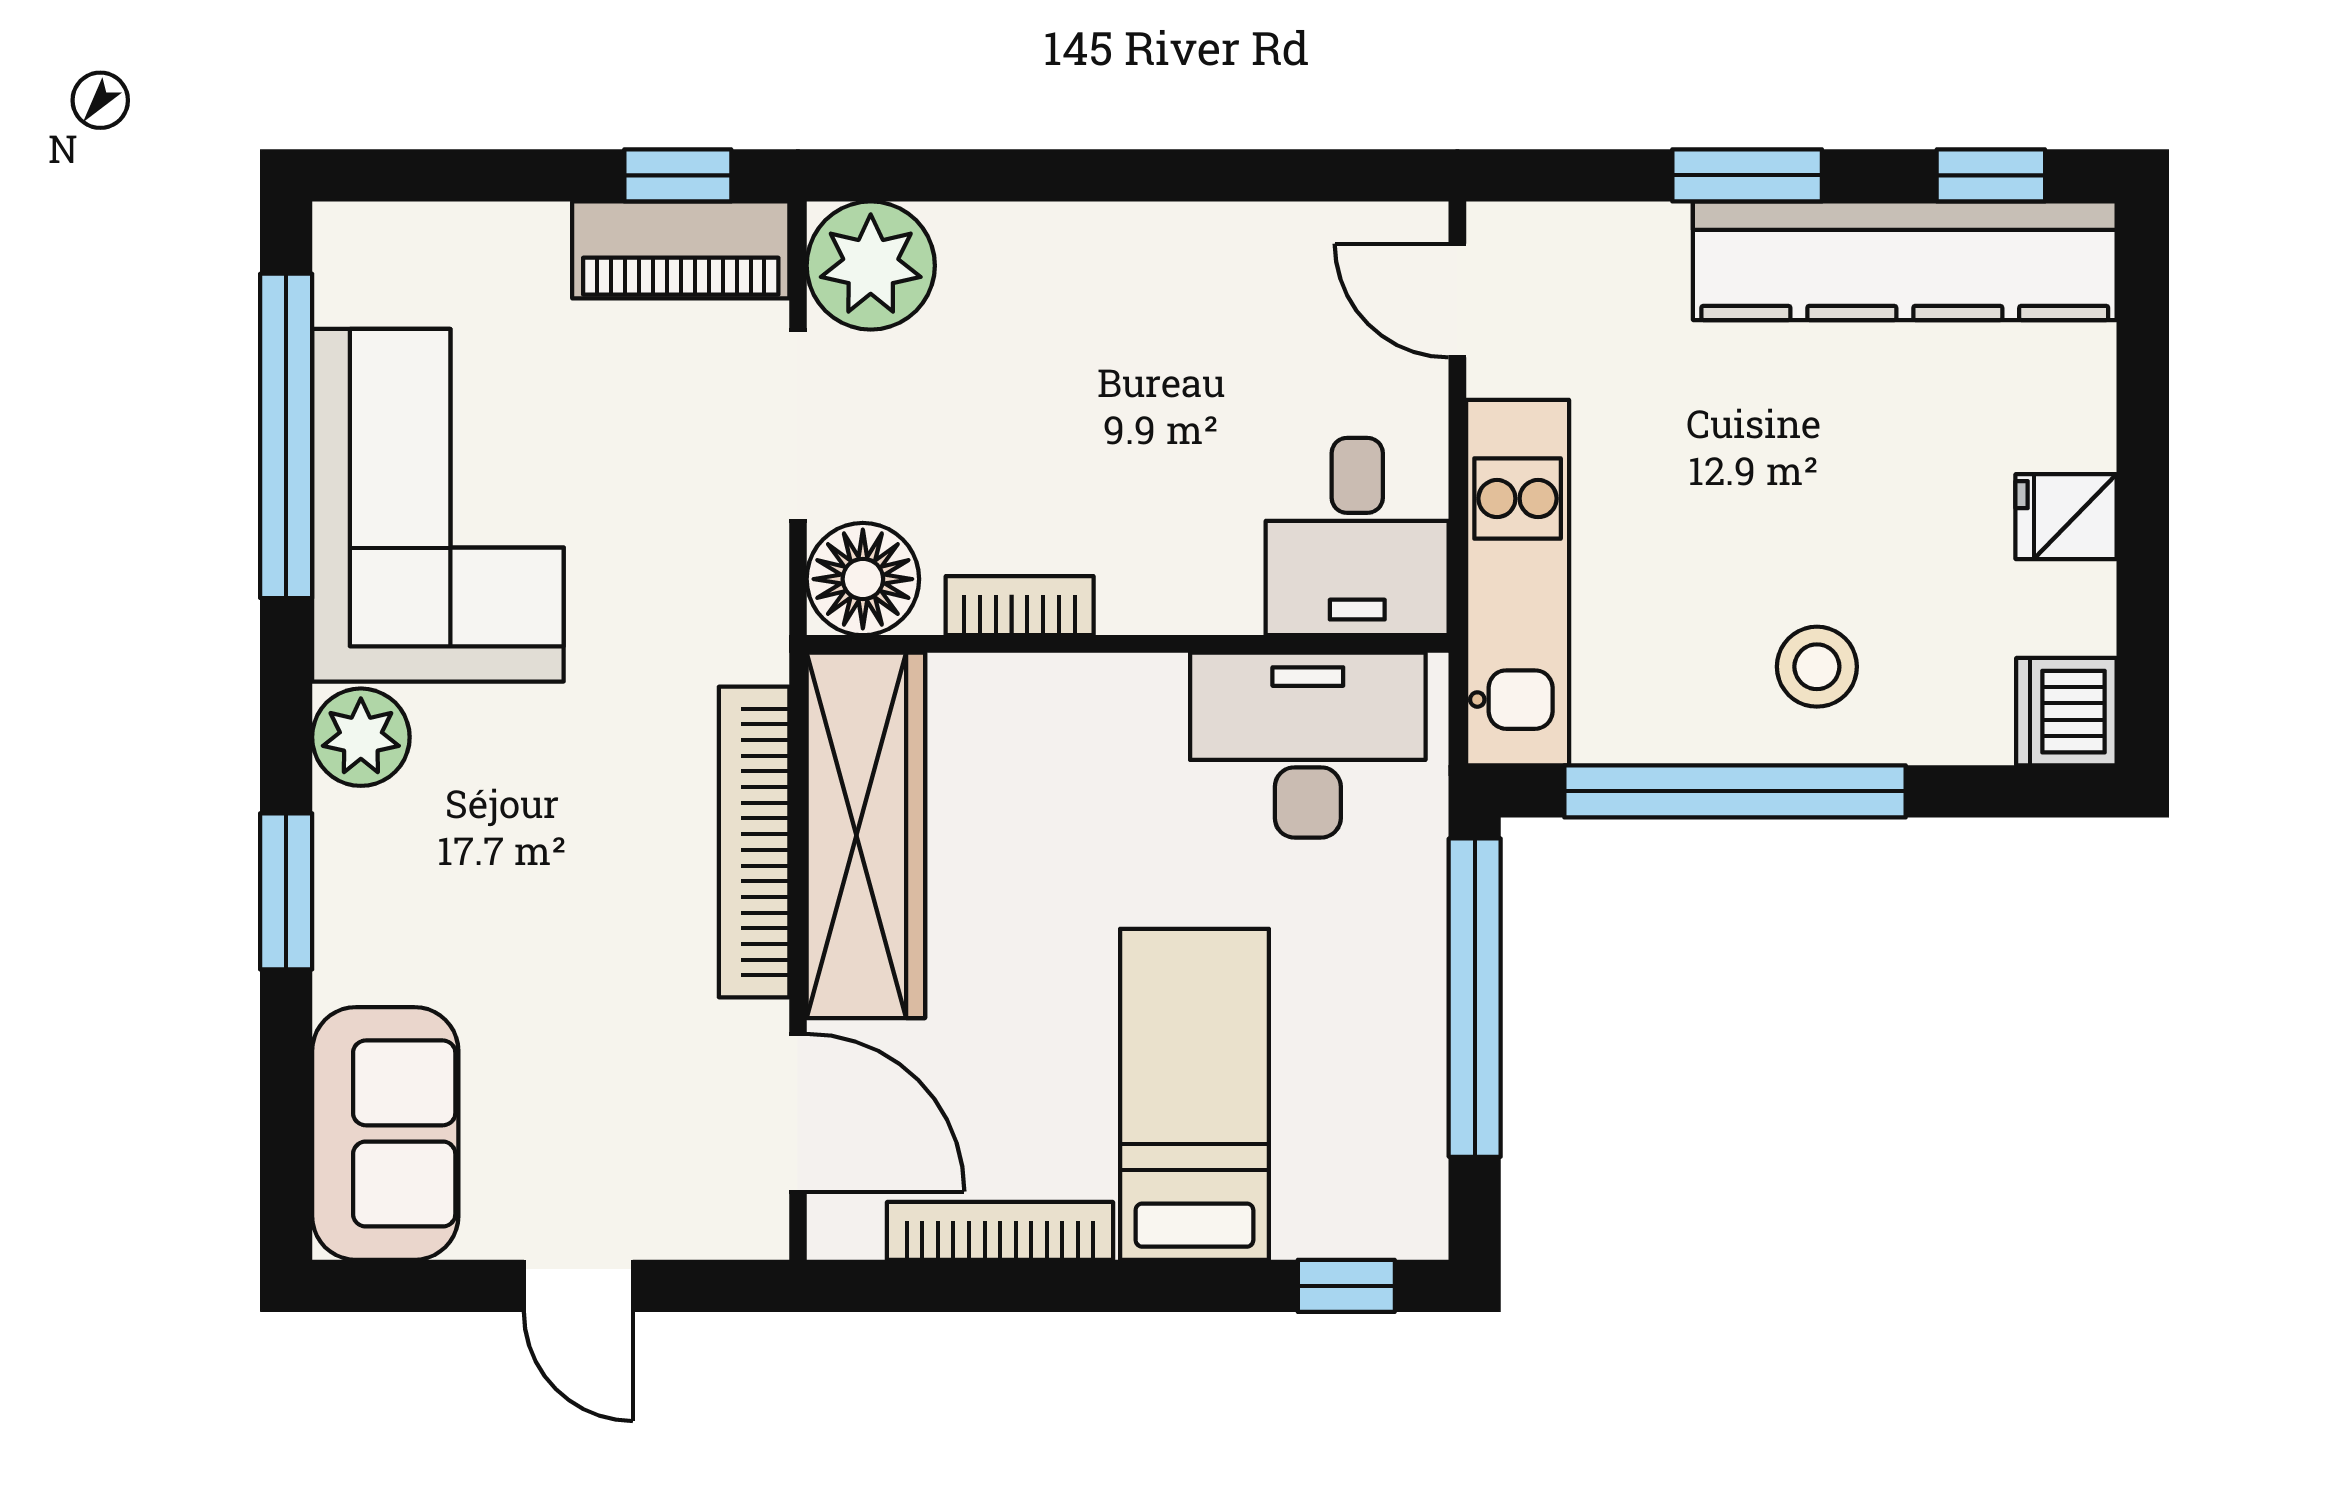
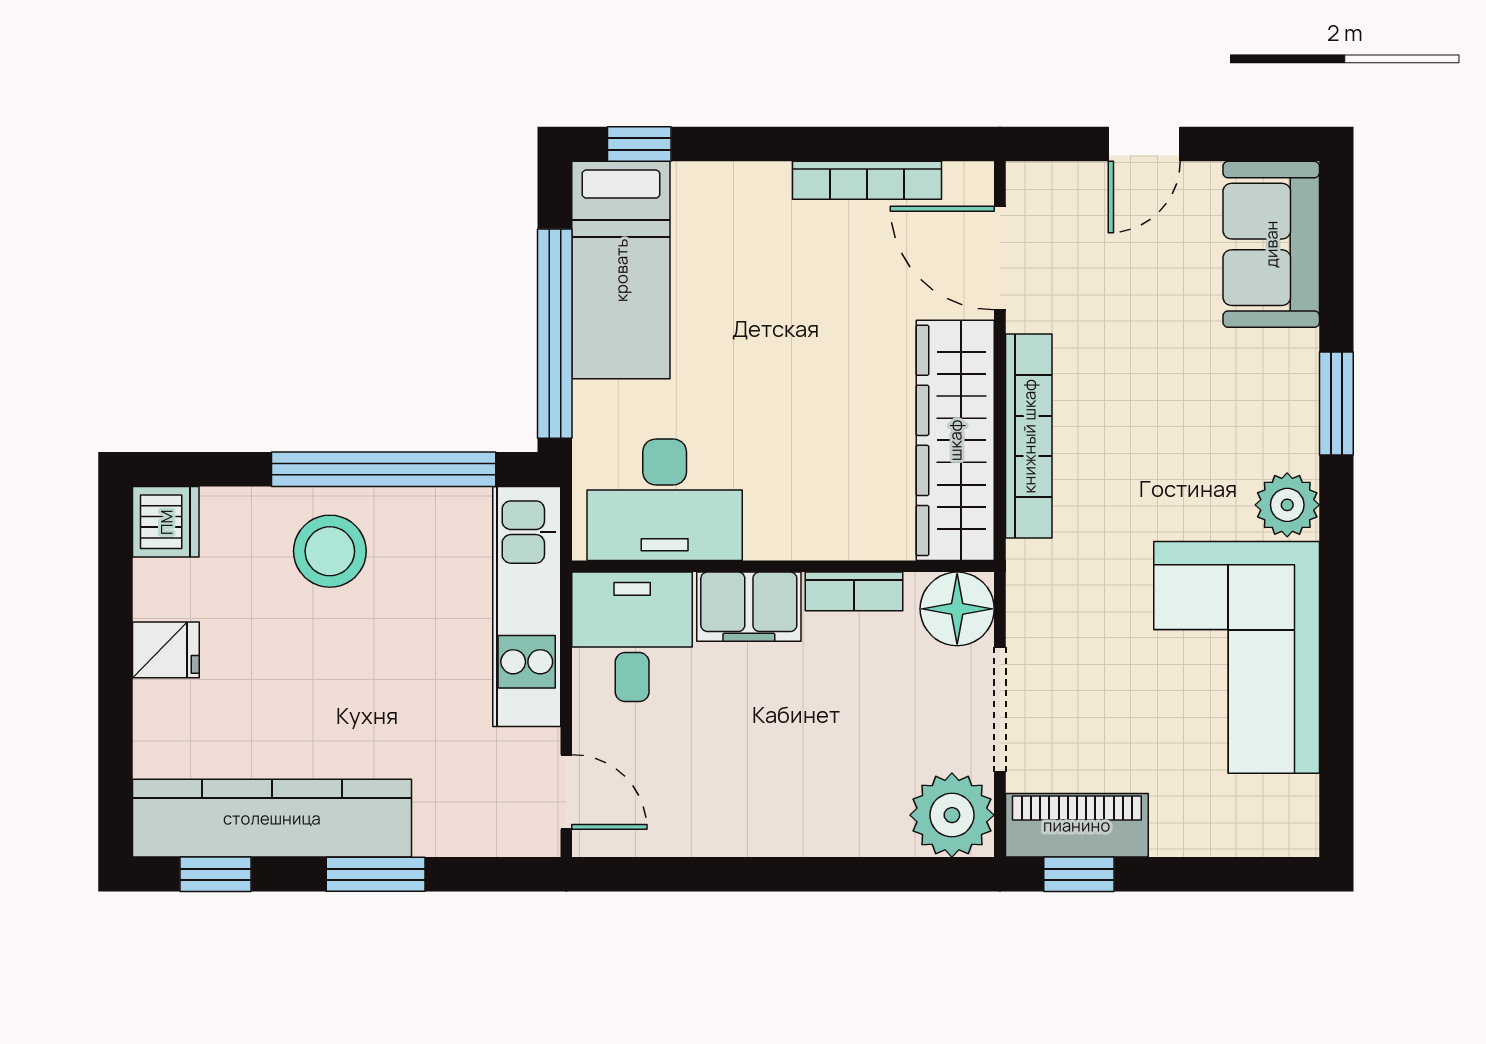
window: (286, 436) -> (1336, 703), removed
filing cabinet: (1180, 582) -> (749, 607), added
stool: (1817, 667) -> (330, 551), width x1.38, depth x1.38
bed: (1194, 1094) -> (621, 270), moved
door: (578, 1286) -> (1144, 144), swing flipped

